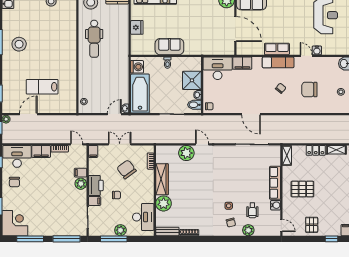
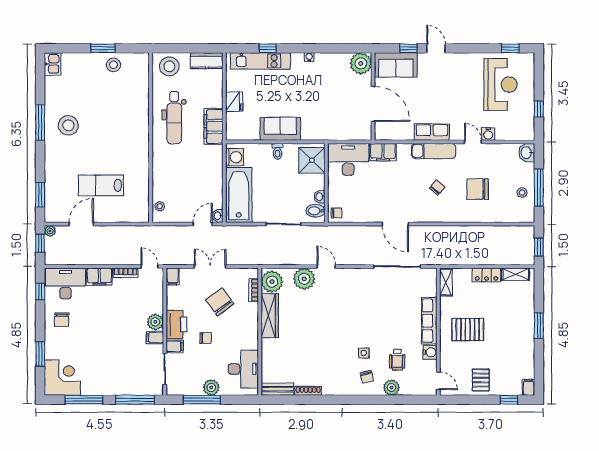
filing cabinet: (122, 45) -> (214, 126), added
shower: (192, 80) -> (312, 160), moved
filing cabinet: (80, 173) -> (155, 337), moved
plant: (164, 203) -> (272, 282), moved

